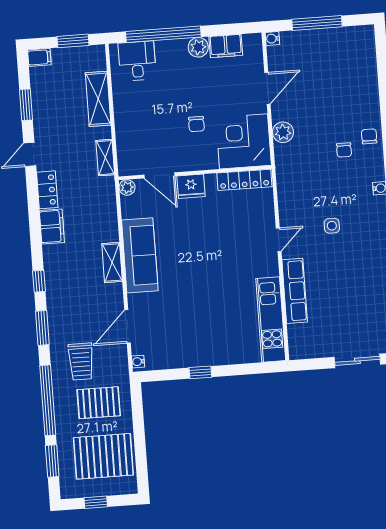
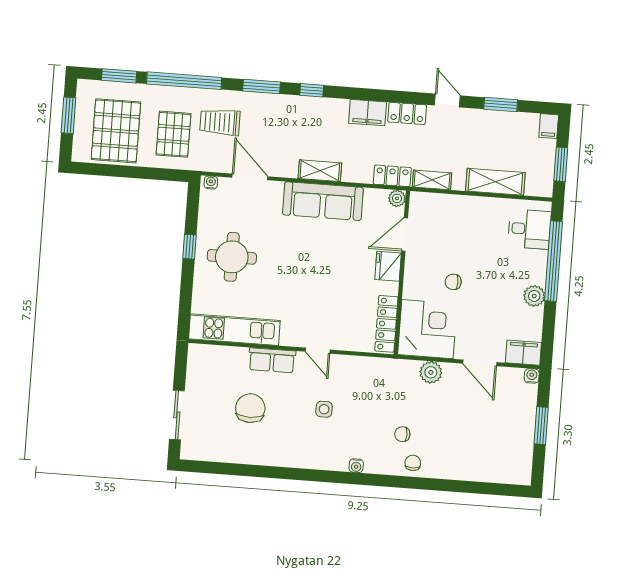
window: (317, 23) -> (541, 426), width x0.69
filing cabinet: (226, 46) -> (523, 353), moved, turned 90
chair: (369, 136) -> (413, 463), turned -90
locker: (107, 195) -> (392, 176), added
row of seats: (295, 291) -> (272, 360), width x0.68
chair: (341, 294) -> (250, 408), added
round table: (204, 332) -> (232, 257), added
window: (96, 502) -> (68, 115), width x1.50

